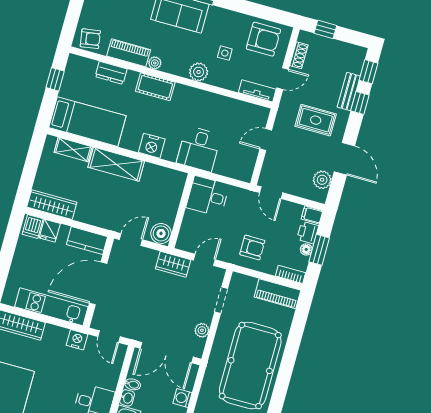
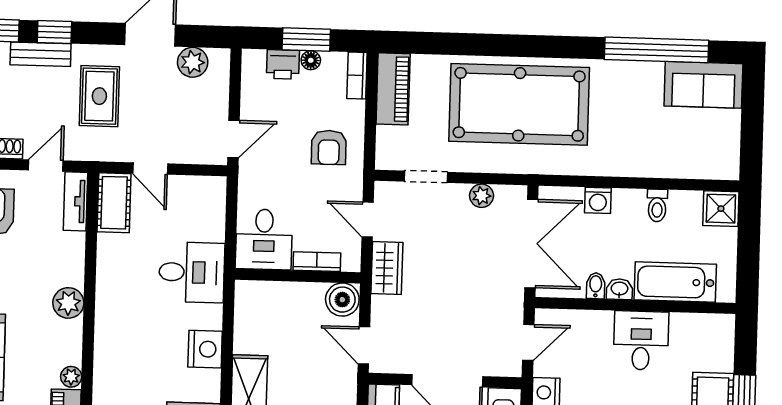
side table: (225, 53) -> (28, 268), removed
door: (283, 79) -> (46, 165), hinge flipped
cot: (155, 87) -> (114, 203), moved
filing cabinet: (312, 215) -> (253, 65), removed
bookcase: (187, 224) -> (317, 262), added
armchair: (252, 247) -> (329, 147), turned 180

